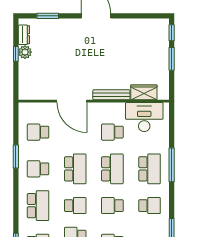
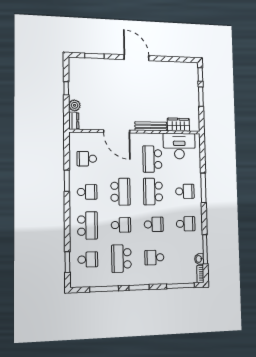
dresser: (24, 35) -> (74, 121), moved
plant: (25, 52) -> (75, 105), moved
school desk: (112, 132) -> (152, 159), width x1.85
school desk: (38, 169) -> (87, 192), turned 180
school desk: (112, 169) -> (153, 192), turned 180
school desk: (150, 169) -> (185, 191), width x0.54
school desk: (112, 206) -> (154, 224), turned 180

